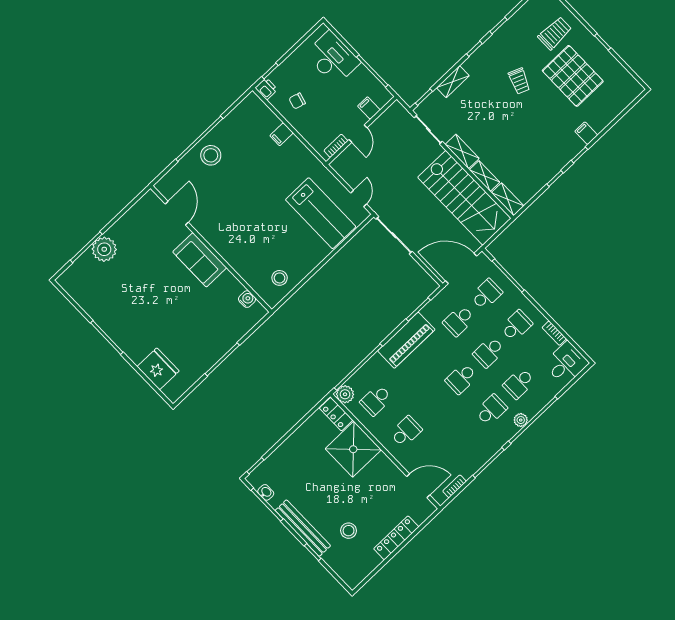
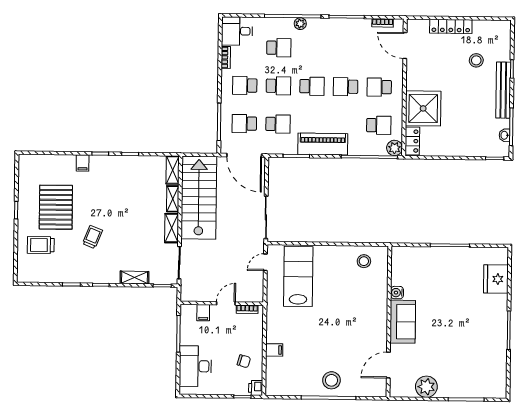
plant: (104, 249) -> (426, 387), moved
water cooler: (247, 299) -> (397, 293), moved
school desk: (491, 410) -> (346, 87), moved

